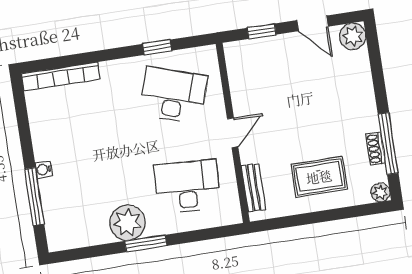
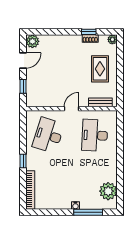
window: (157, 47) -> (23, 161), moved
door: (233, 133) -> (71, 109), hinge flipped
window: (388, 143) -> (89, 32), width x0.46
plant: (127, 223) -> (108, 191), moved
window: (146, 243) -> (120, 160), removed

